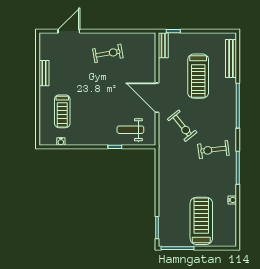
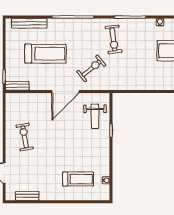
bench: (44, 73) -> (27, 196), moved

